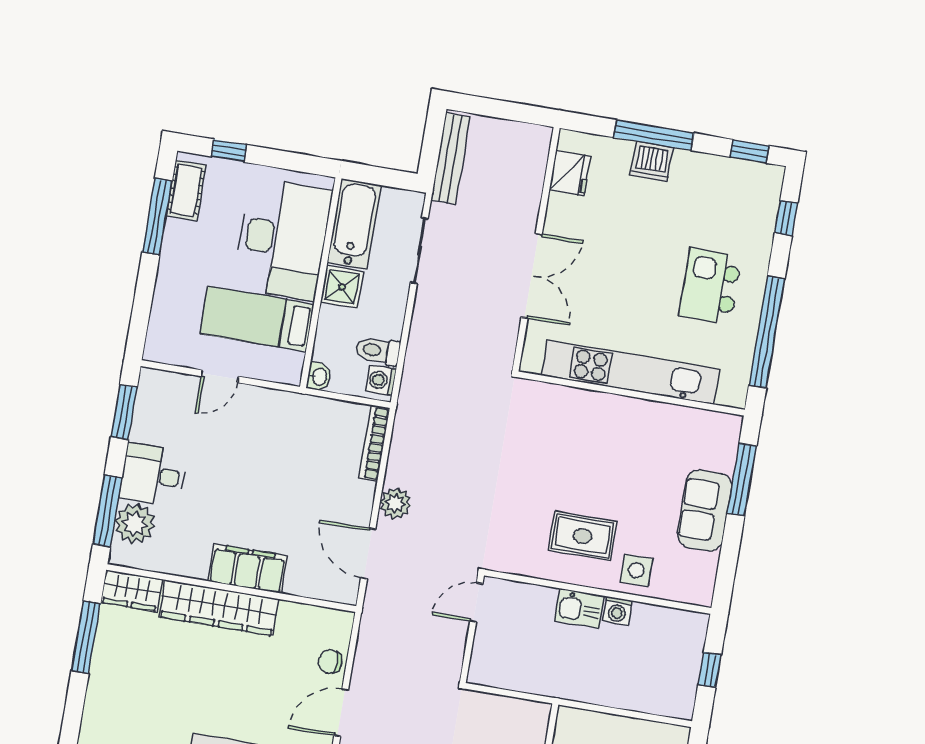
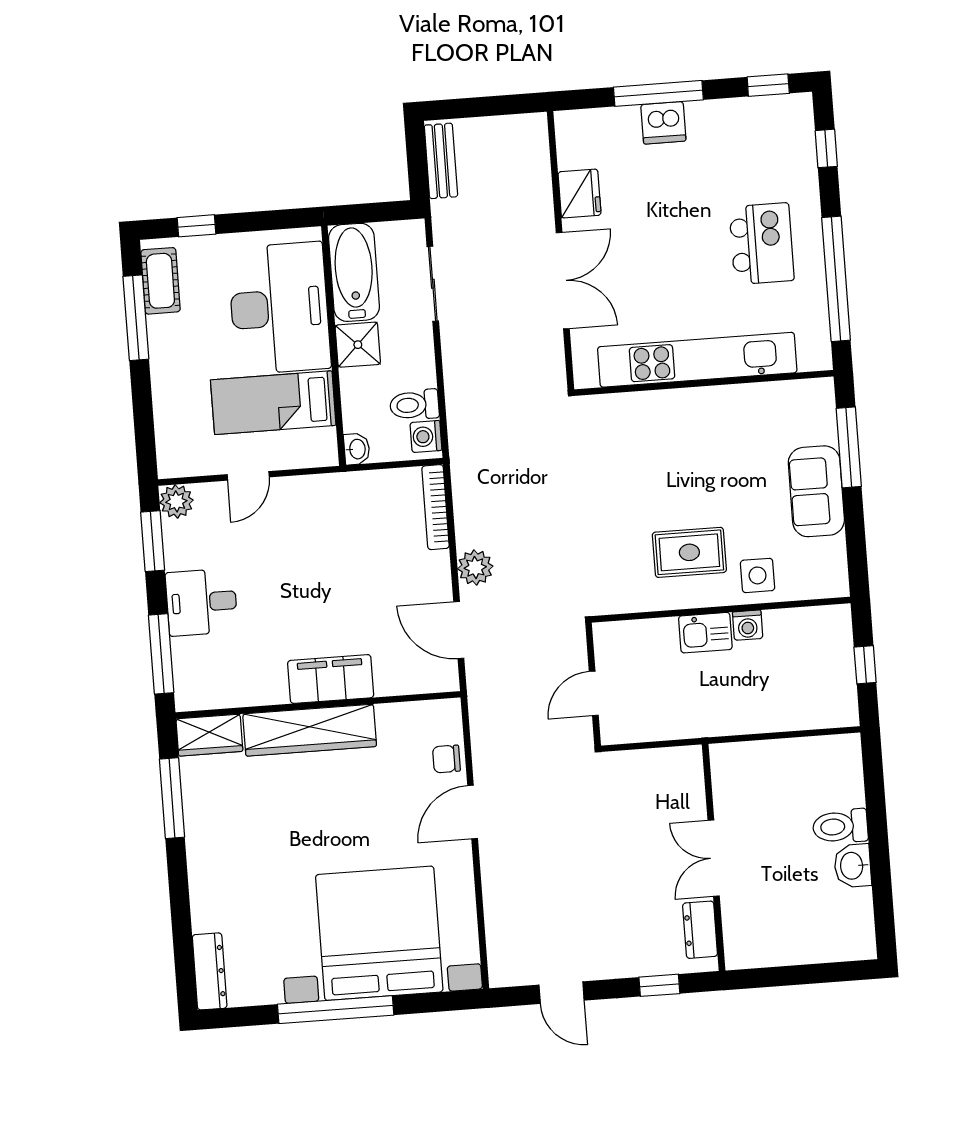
bench: (450, 159) -> (441, 161), width x0.73
fridge: (570, 173) -> (580, 194), moved
kitchen island: (710, 286) -> (762, 244), turned 180
plant: (135, 524) -> (176, 501), moved, width x0.73, depth x0.73
door: (476, 603) -> (594, 693), moved

